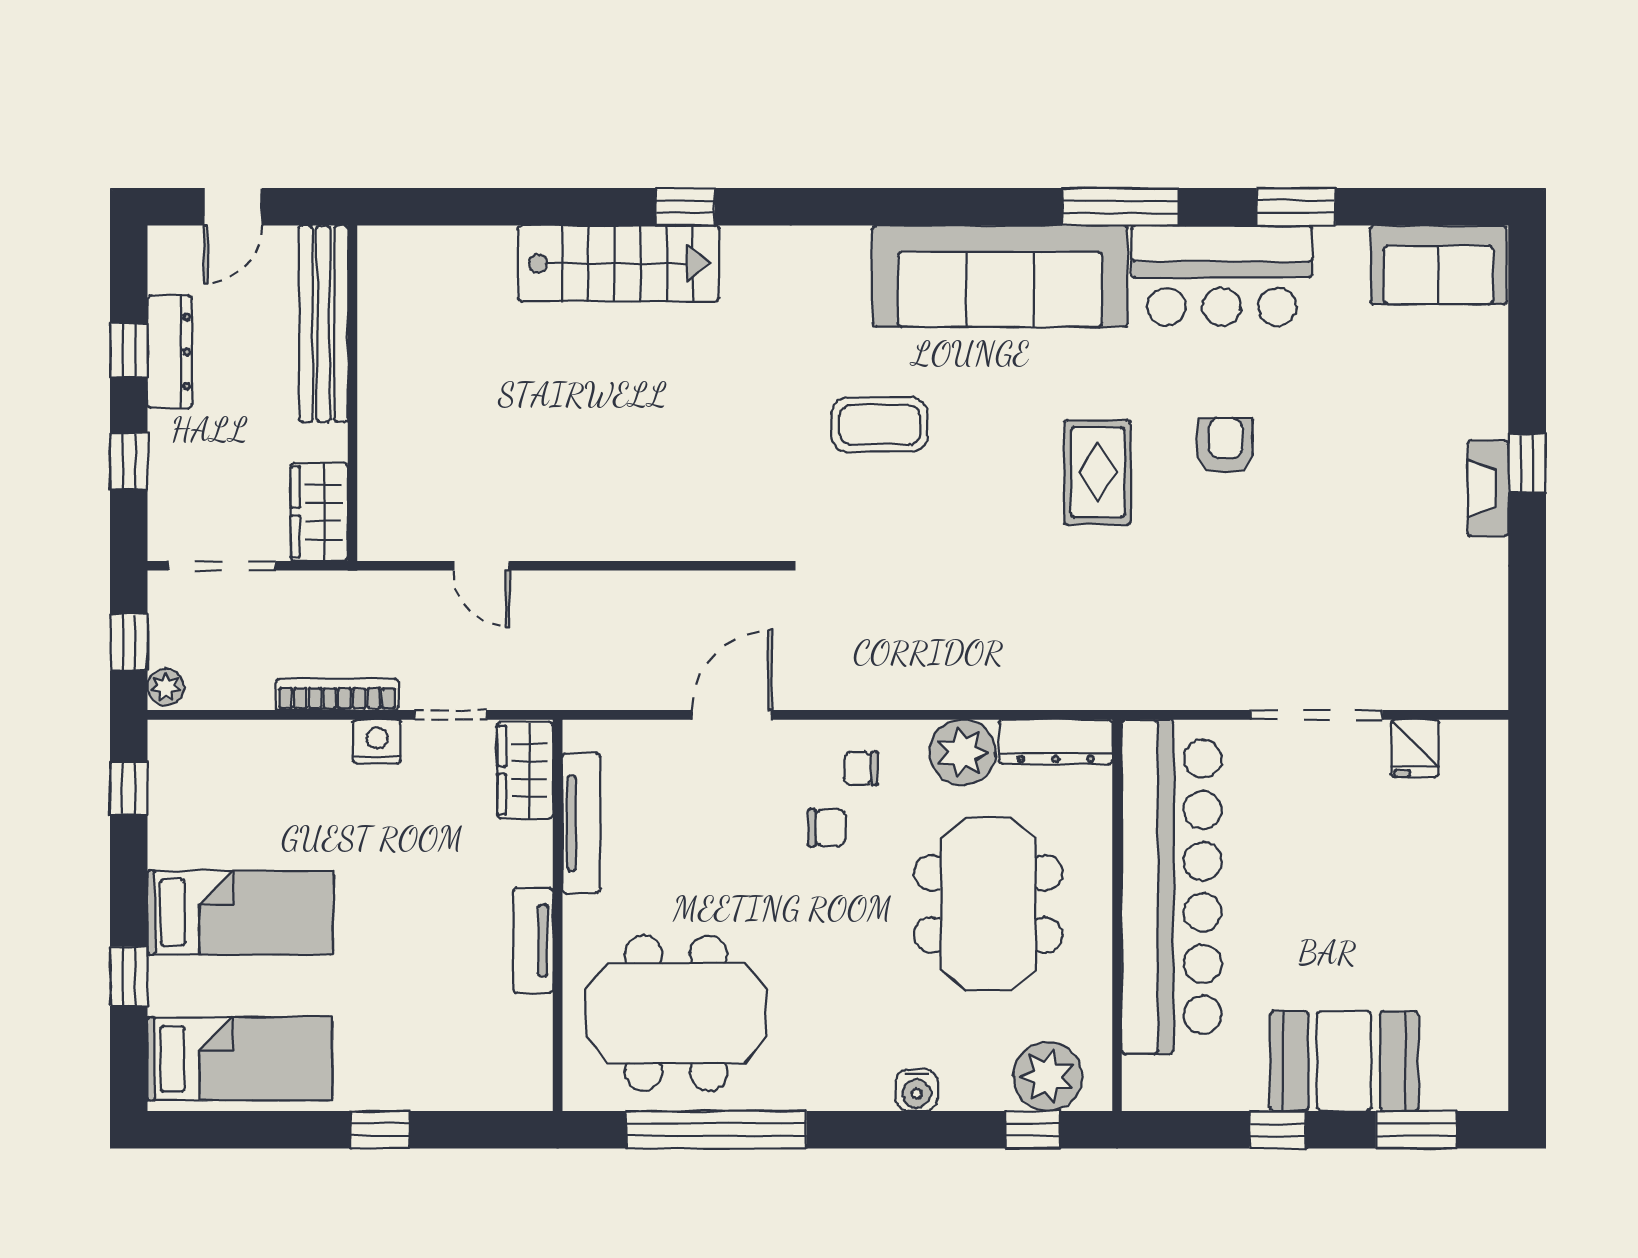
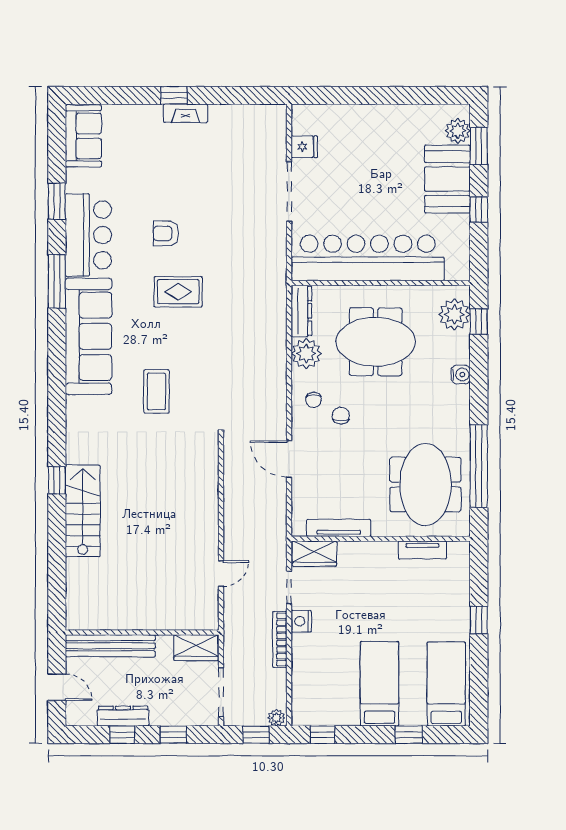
tv unit: (533, 941) -> (422, 550), moved
plant: (1450, 1084) -> (458, 131), added

